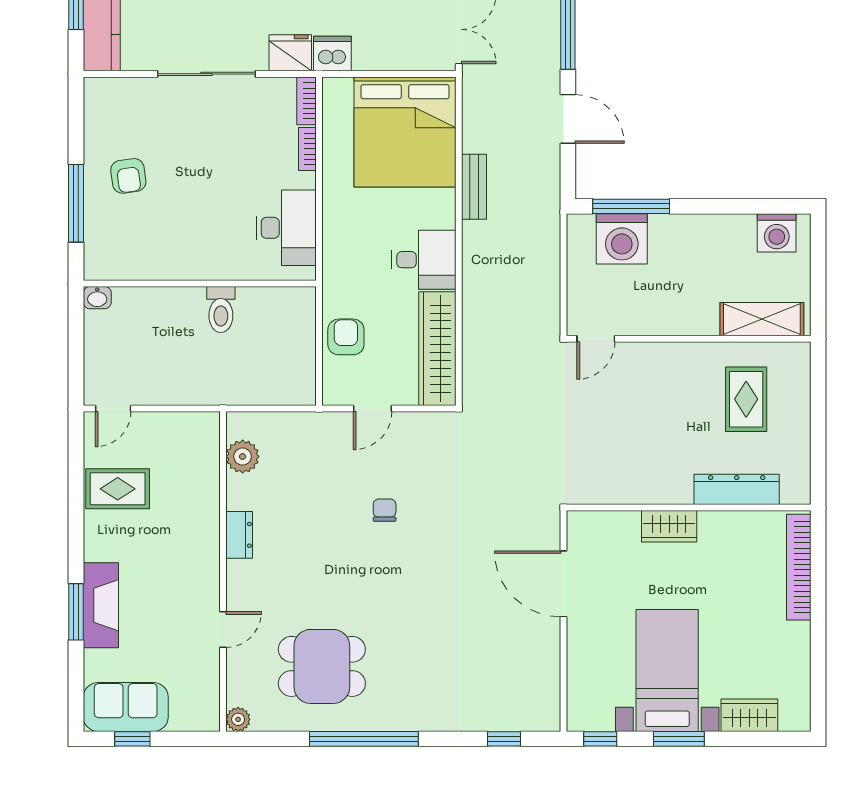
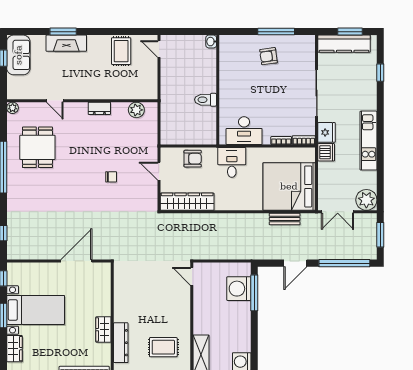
bench: (474, 187) -> (285, 219), moved
window: (76, 203) -> (276, 32), moved
desk: (424, 260) -> (232, 162), moved, turned 180
wardrobe: (669, 526) -> (103, 330), moved

